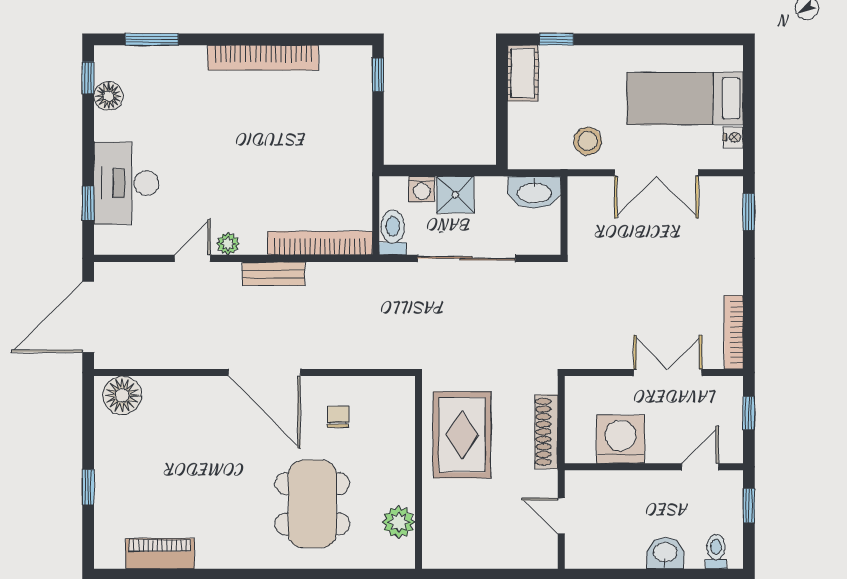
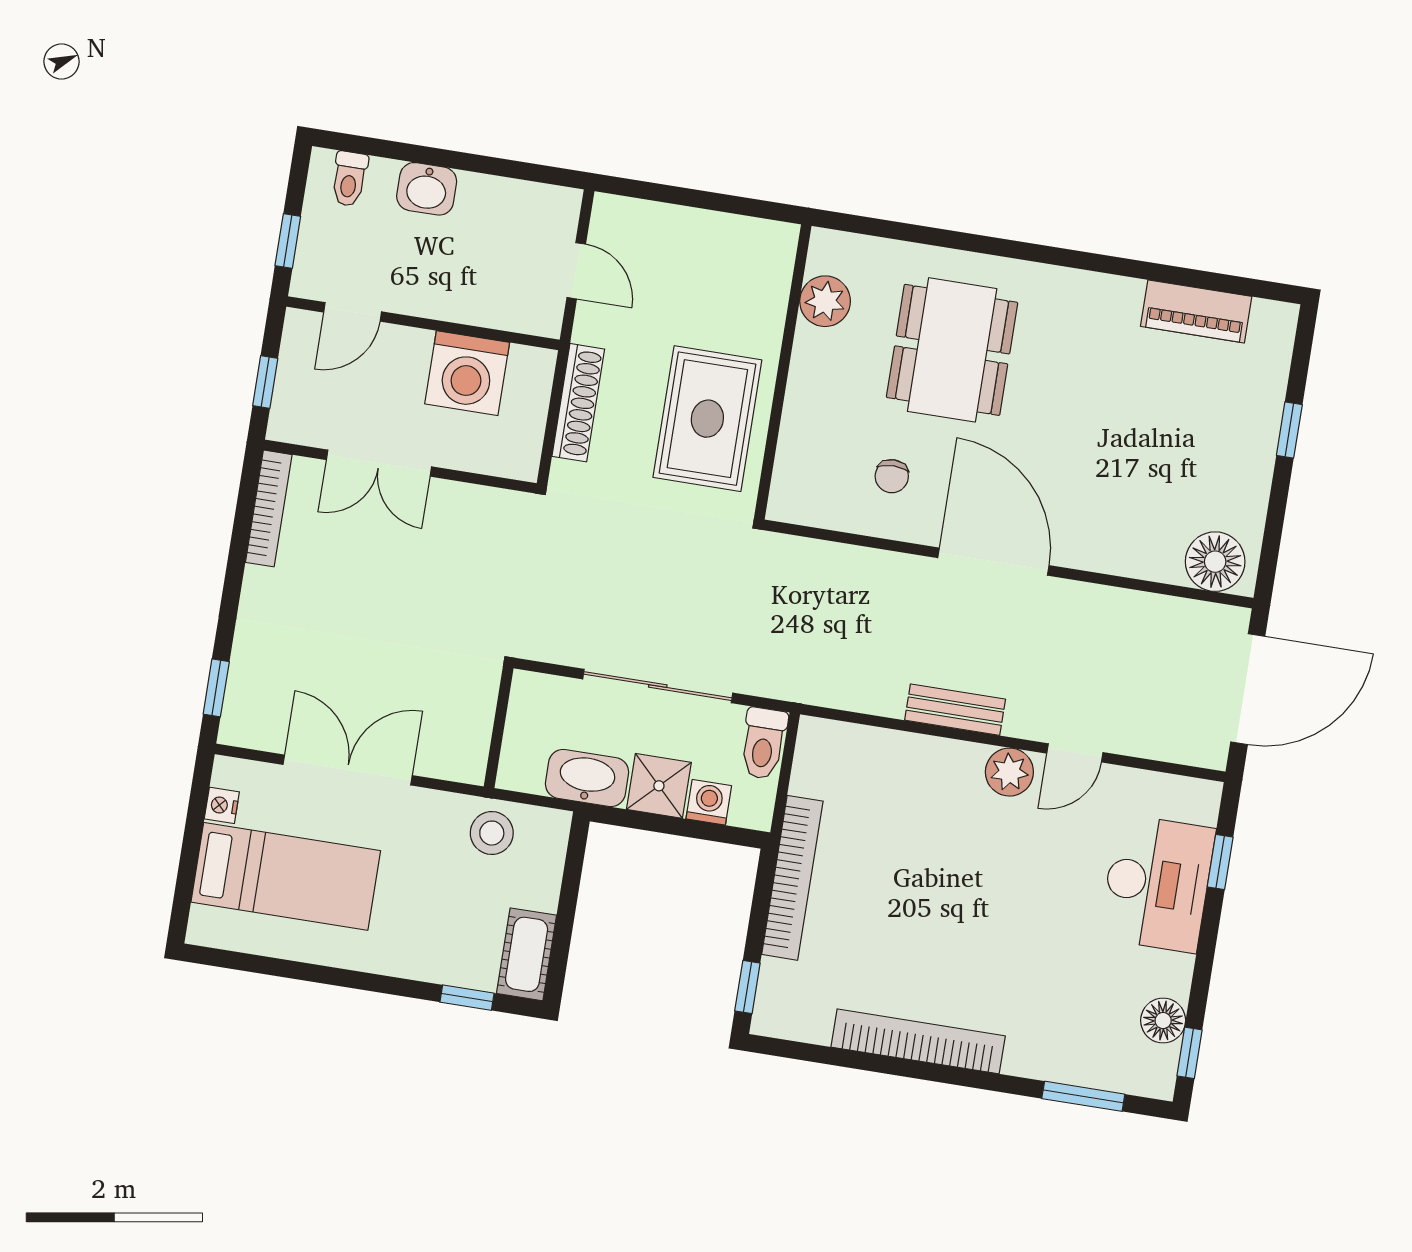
stool: (588, 141) -> (492, 833), moved
washbasin: (534, 192) -> (587, 778), moved
bookcase: (320, 243) -> (792, 878), moved, turned -90
plant: (228, 244) -> (1009, 772), width x1.38, depth x1.38

